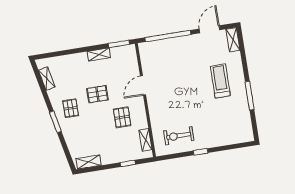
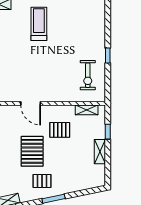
treadmill: (220, 81) -> (39, 24), turned 90
pallet: (97, 94) -> (32, 151), width x1.50, depth x1.42
shelving: (89, 162) -> (100, 152), moved

